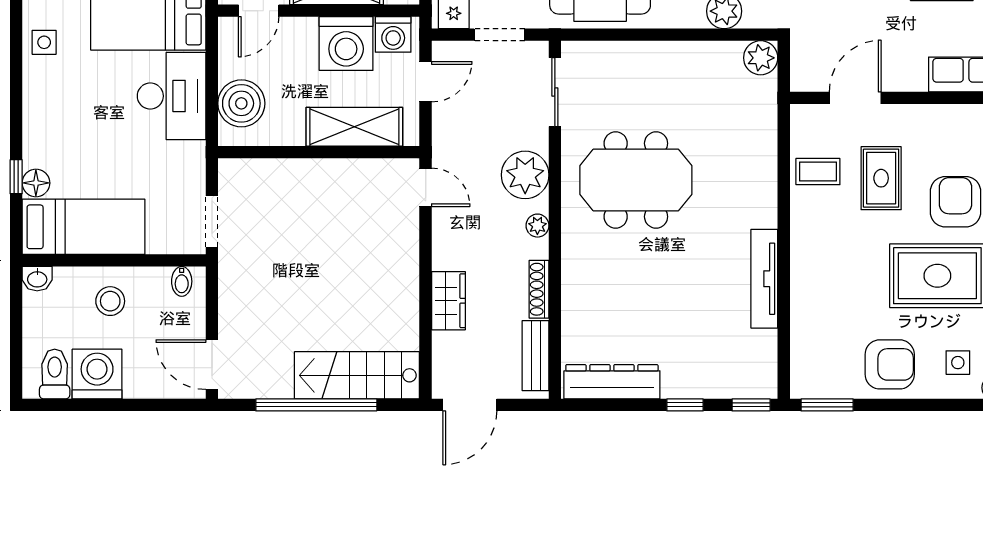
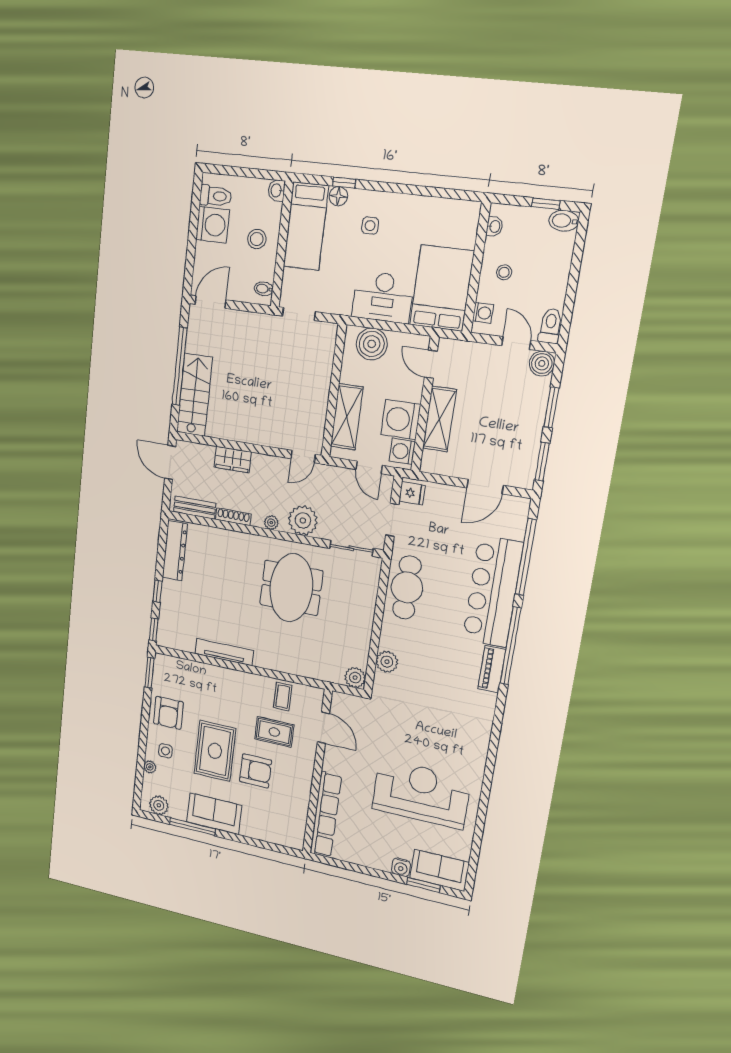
side table: (44, 42) -> (370, 226), moved

